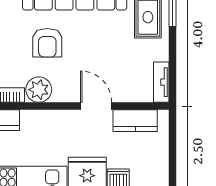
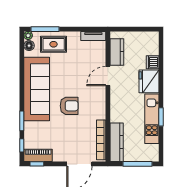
plant: (39, 90) -> (98, 111), removed

